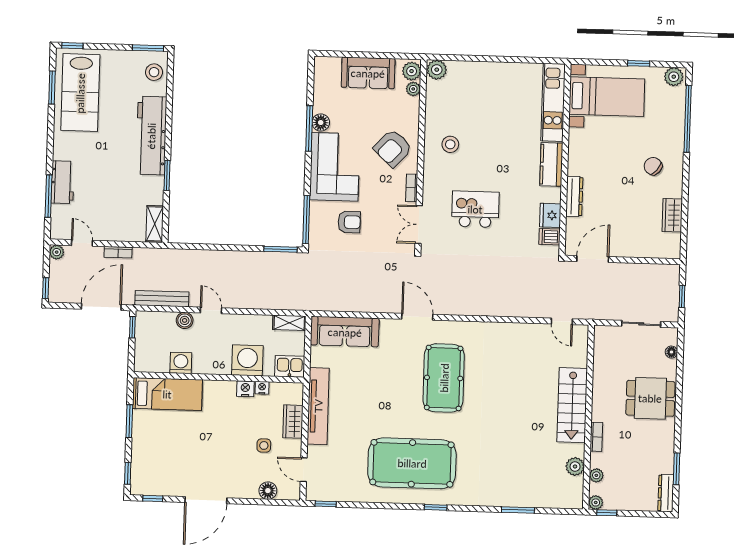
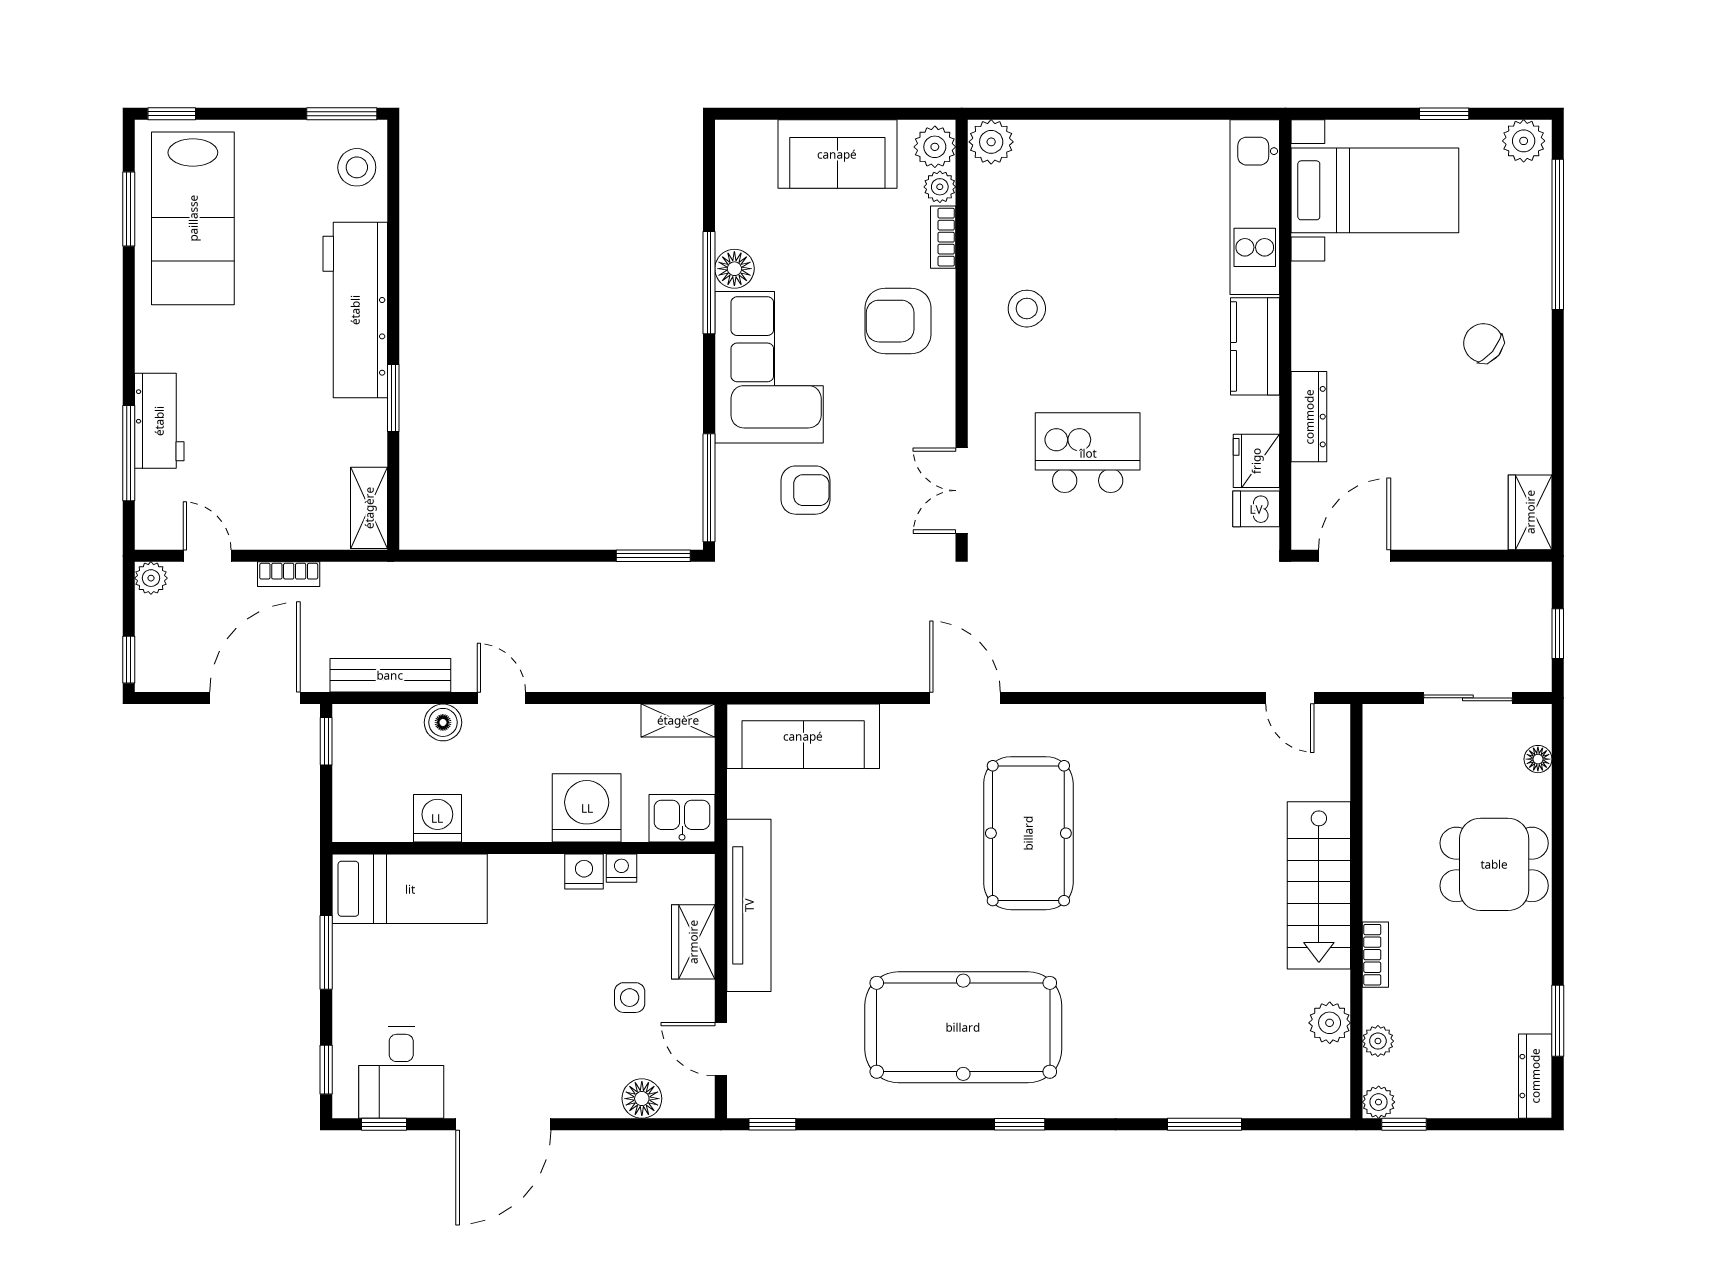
armchair: (393, 148) -> (898, 321), turned 47
bookcase: (412, 188) -> (943, 237), moved
wardrobe: (672, 215) -> (1530, 512), moved
desk: (161, 476) -> (401, 1073), added

